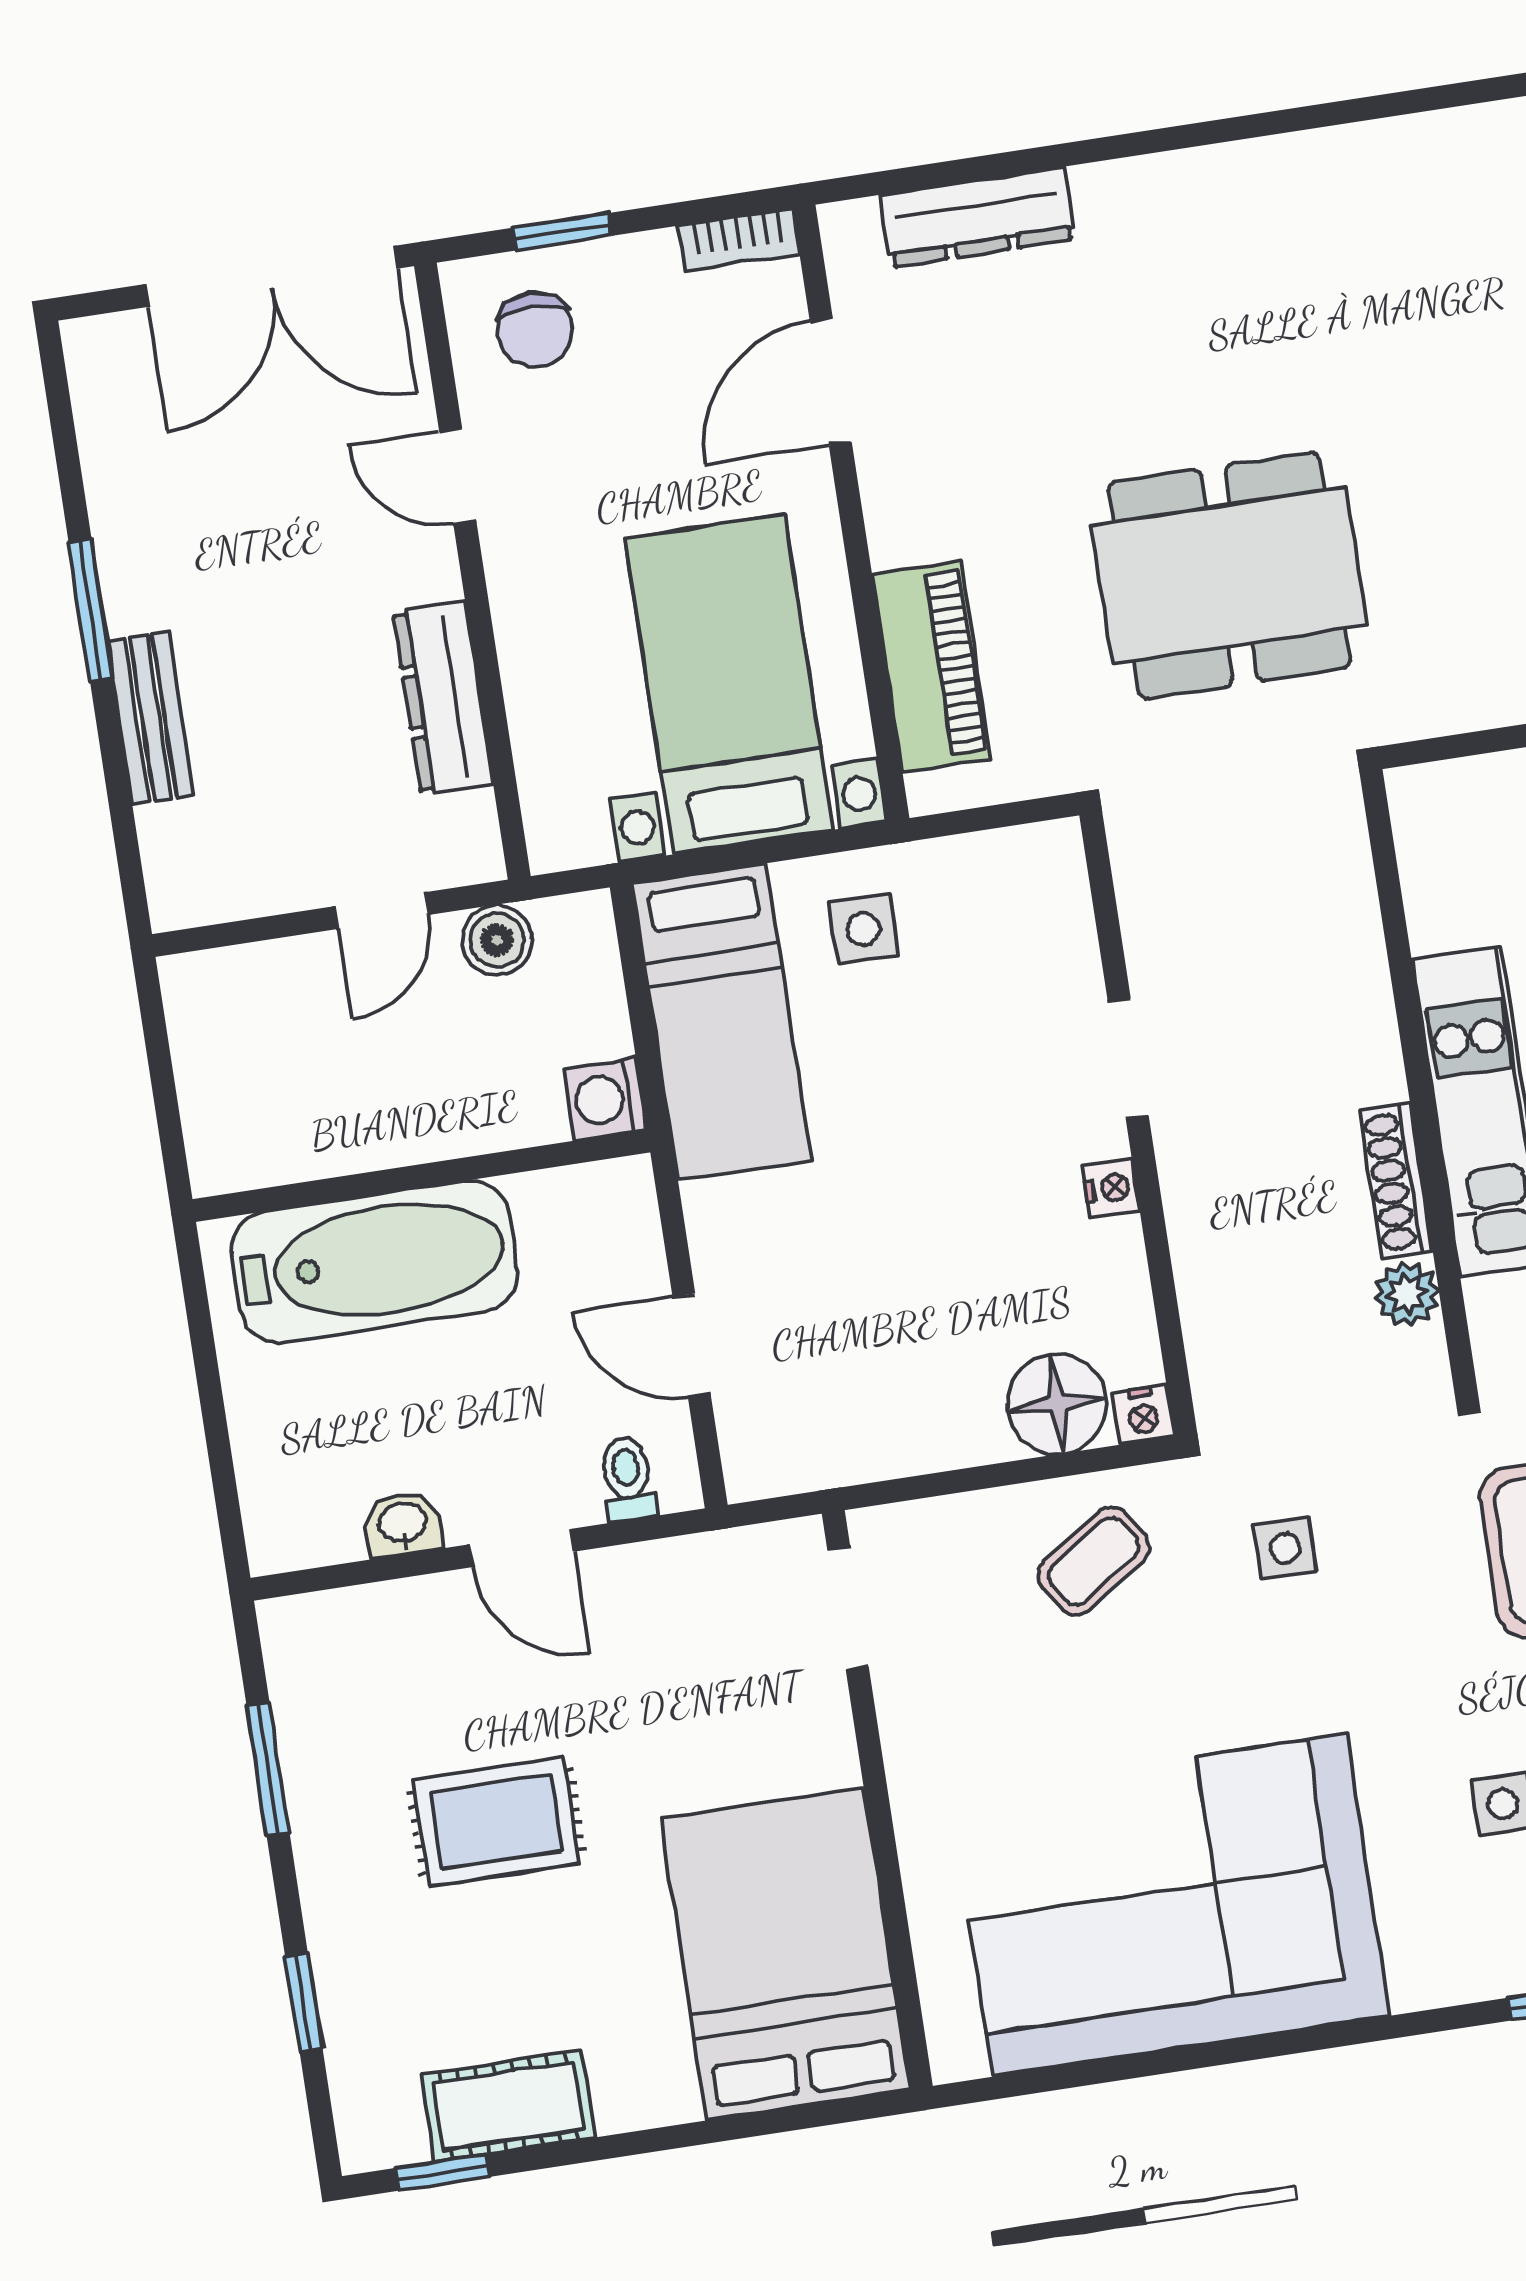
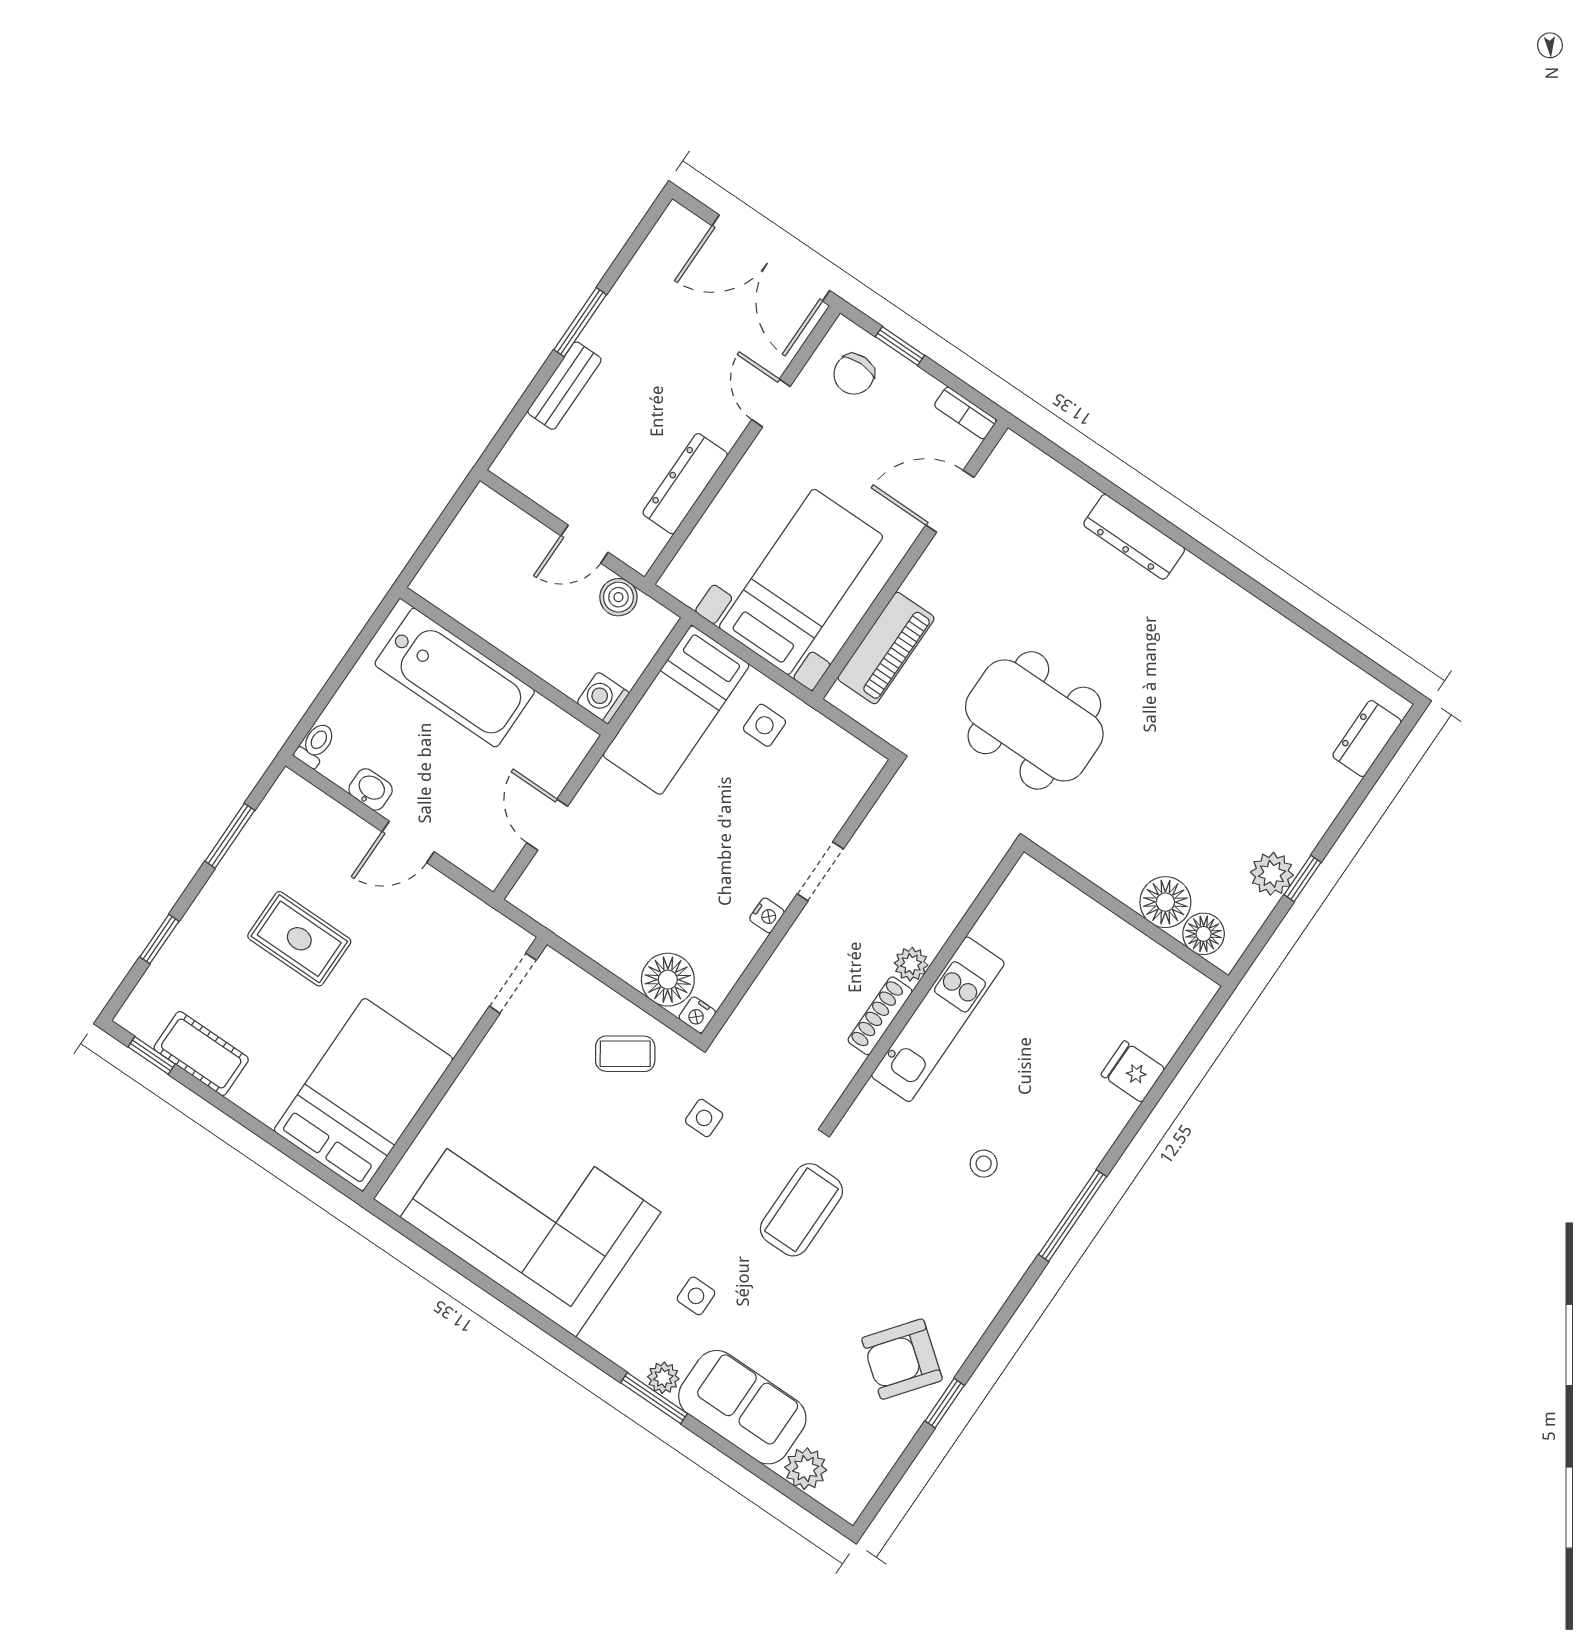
dresser: (978, 217) -> (1134, 537), moved
plant: (1407, 1294) -> (911, 964), moved
toilet: (627, 1479) -> (315, 745), moved
door: (522, 1548) -> (408, 842), hinge flipped

